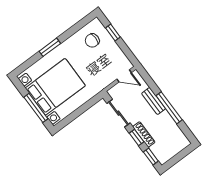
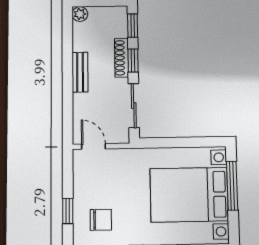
bench: (154, 101) -> (80, 72), moved
window: (169, 108) -> (68, 68), removed
plant: (184, 142) -> (80, 14), added

